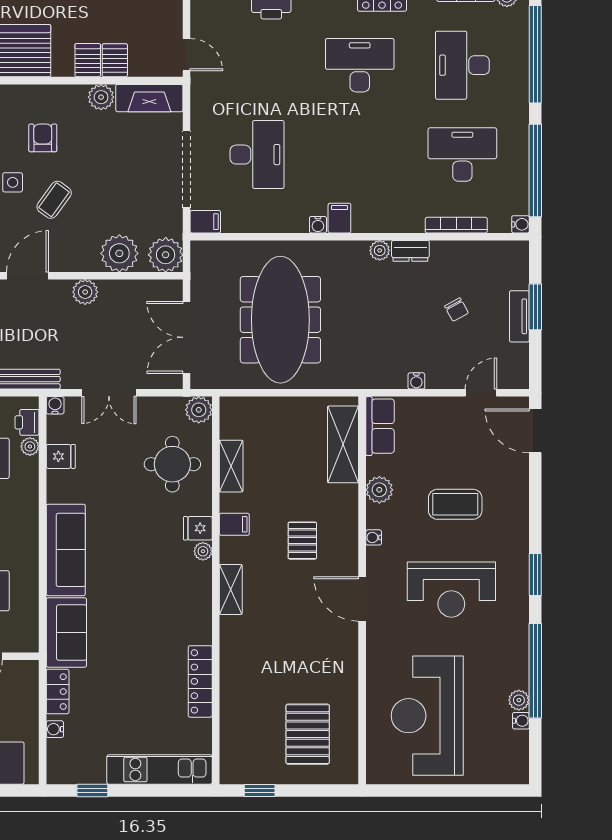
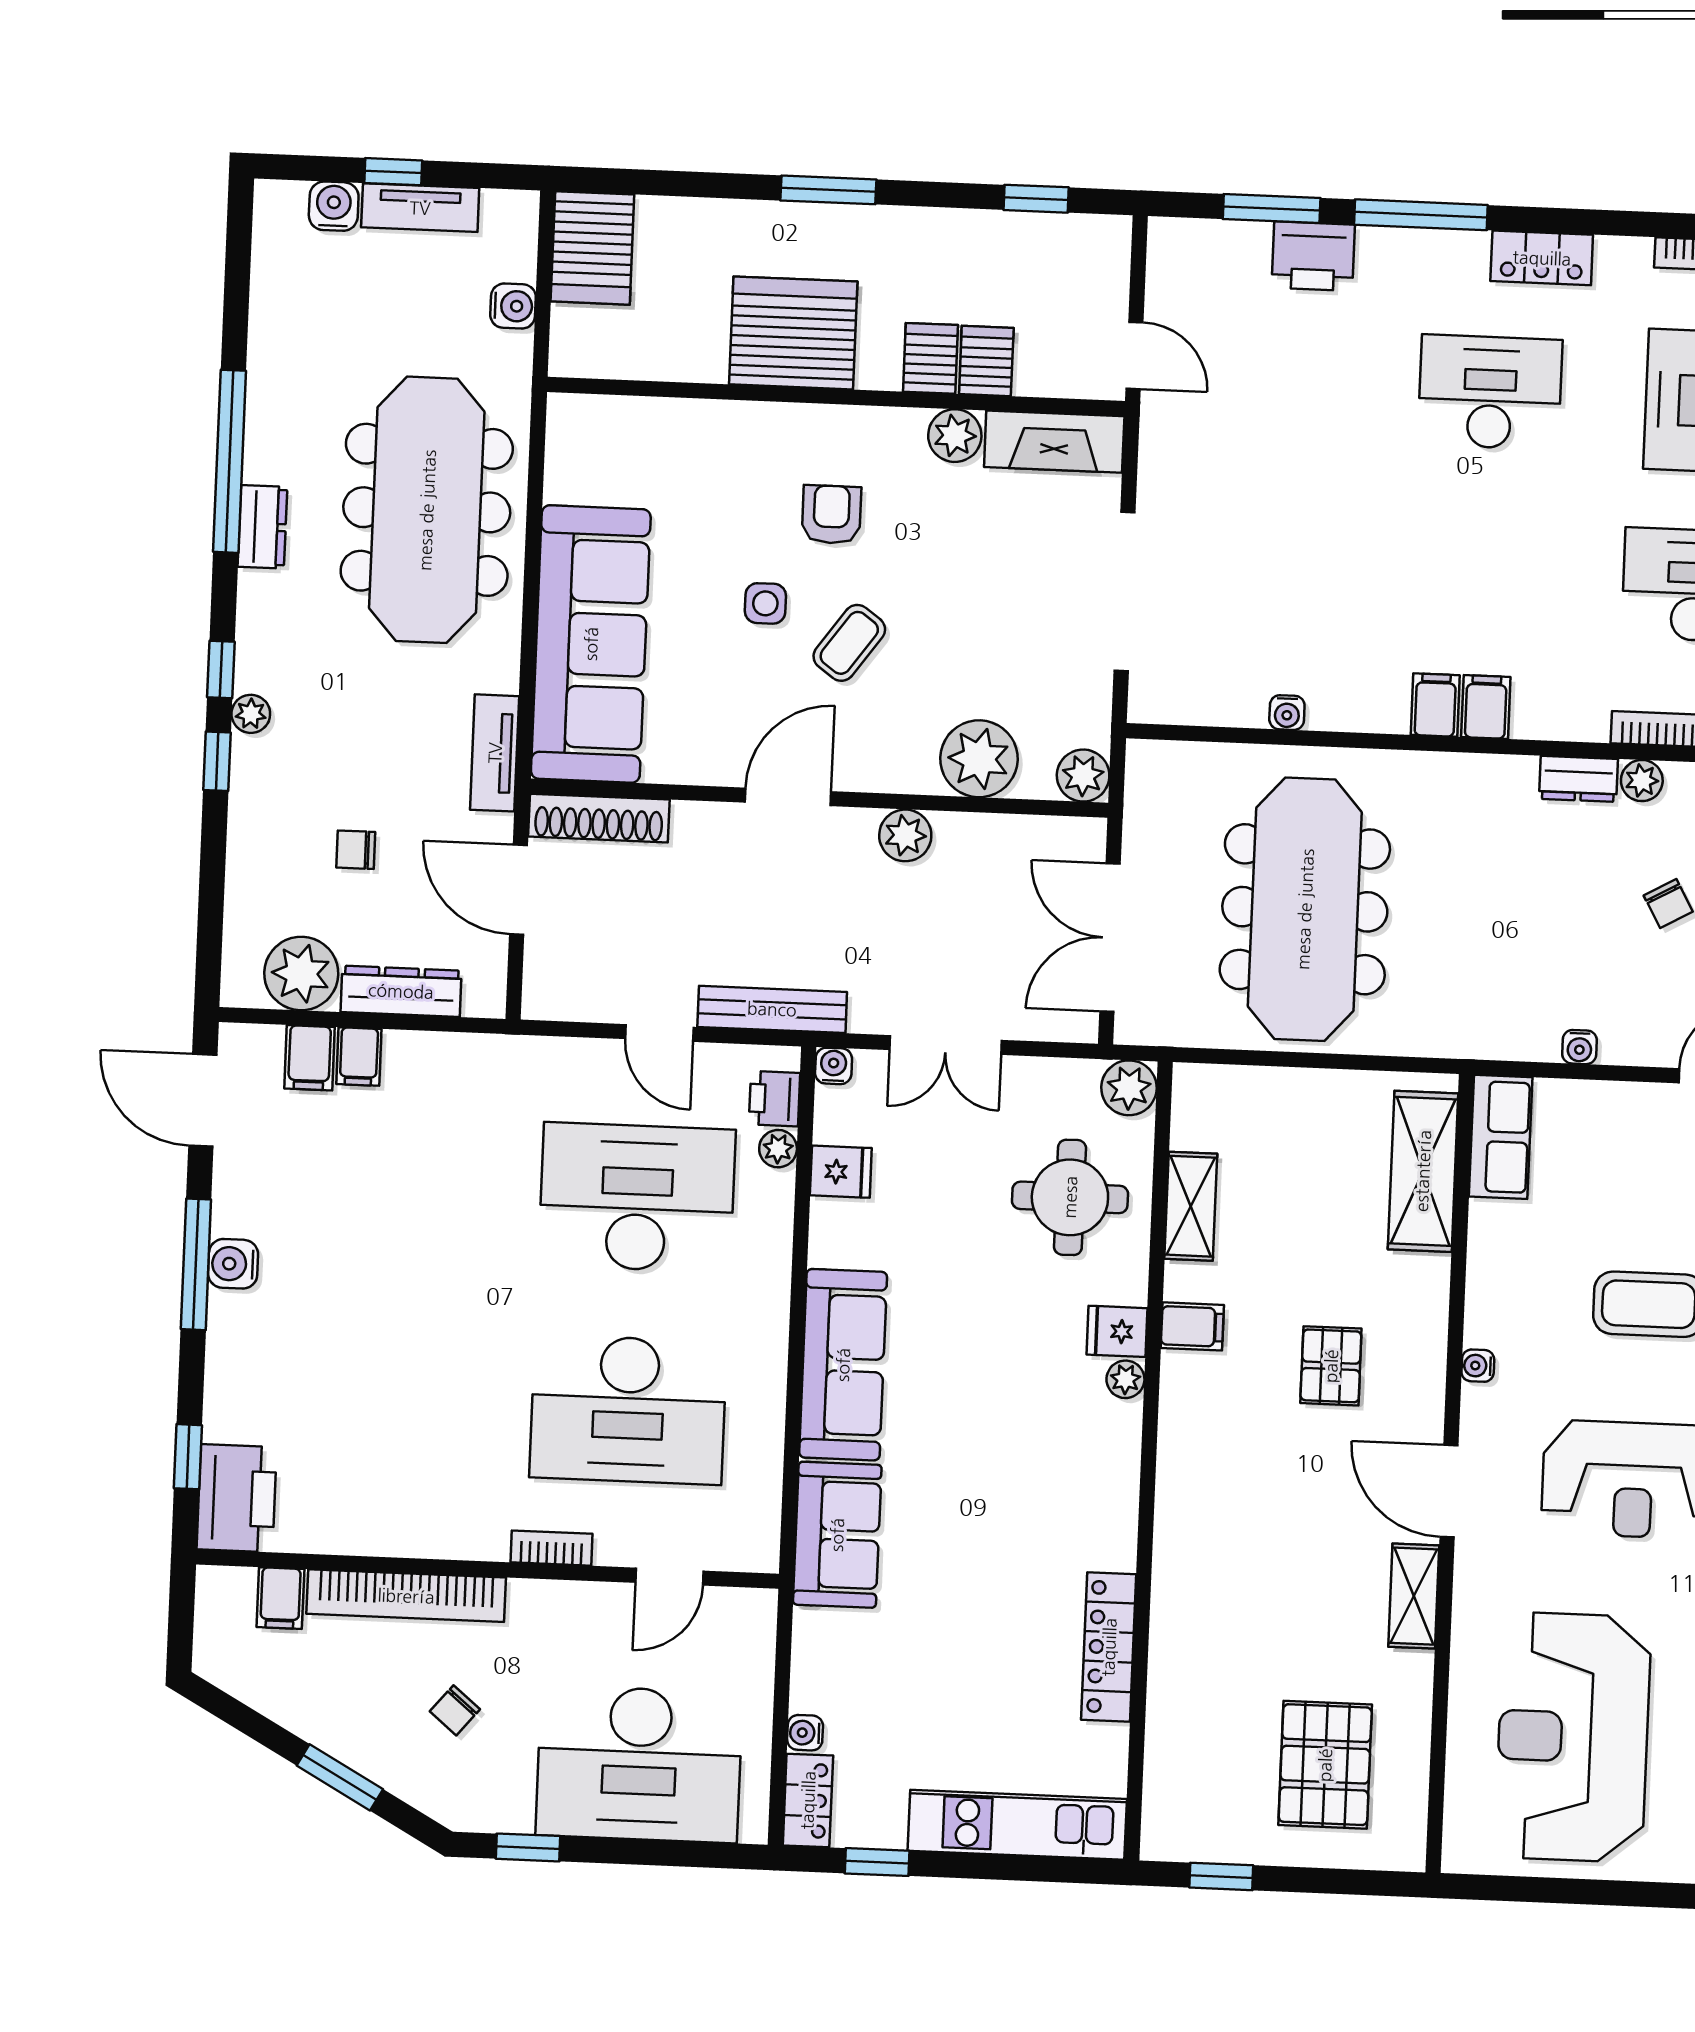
desk: (257, 155) -> (1271, 567), removed
filing cabinet: (205, 222) -> (1486, 707), moved, turned -90
water cooler: (318, 225) -> (1287, 713), moved
plant: (380, 250) -> (1642, 781), moved
plant: (166, 255) -> (1083, 776), width x0.73, depth x0.73
plant: (379, 490) -> (1494, 1268), removed
shelving: (231, 589) -> (1414, 1596), moved
locker: (58, 692) -> (808, 1800), moved

